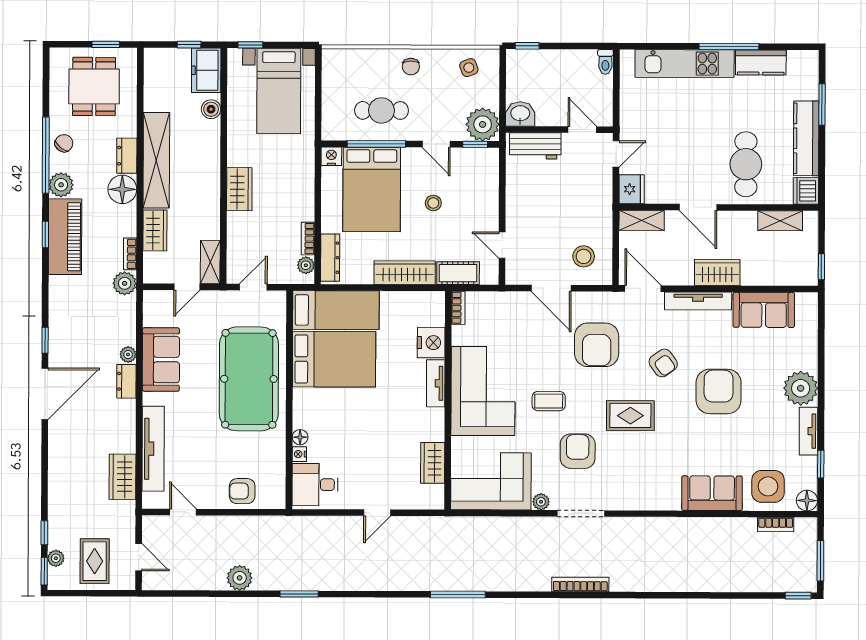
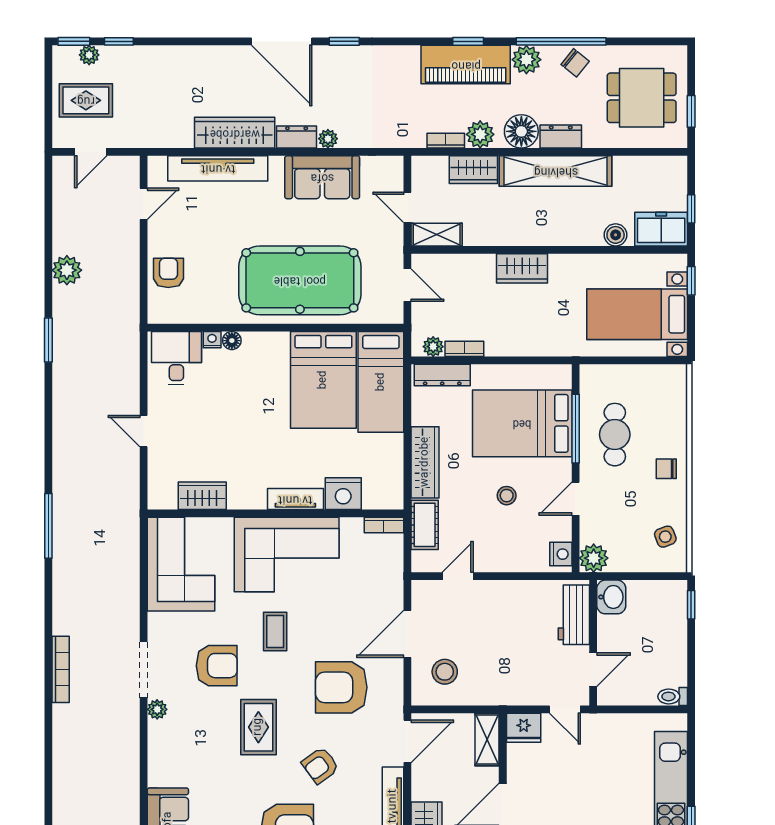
plant: (483, 124) -> (594, 558), width x0.73, depth x0.73
window: (475, 144) -> (576, 544), removed
nightstand: (331, 156) -> (561, 554), moved
plant: (125, 283) -> (480, 134), moved
wardrobe: (122, 477) -> (235, 133), moved, width x1.50
plant: (541, 502) -> (157, 709), moved

